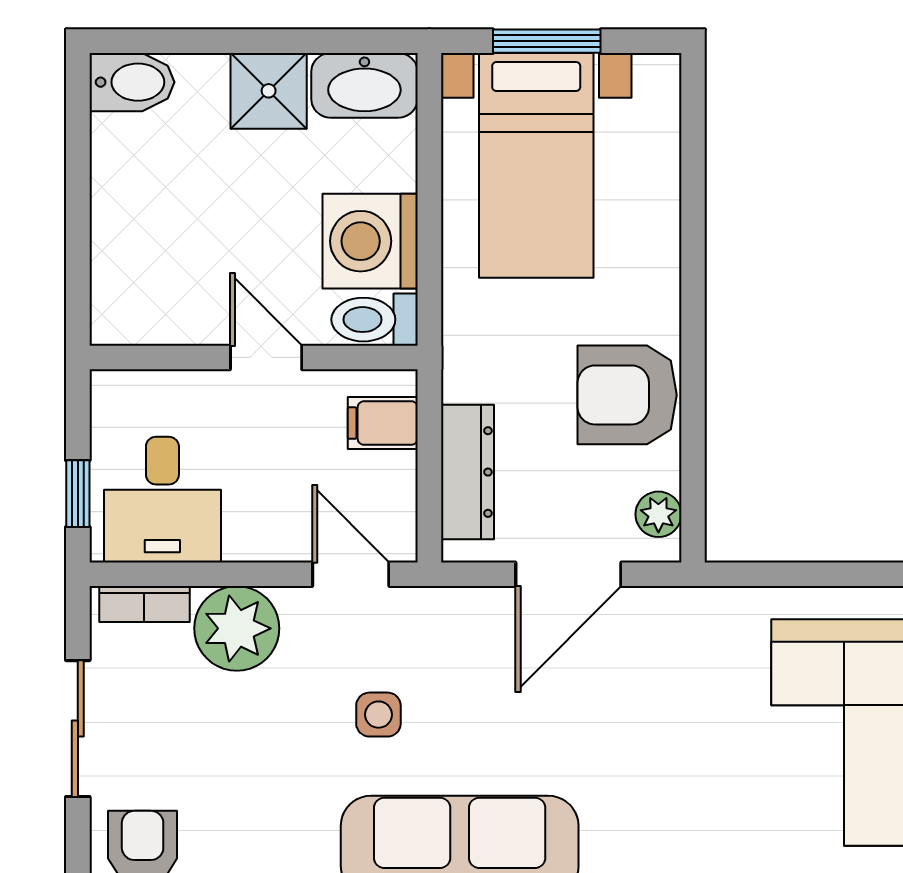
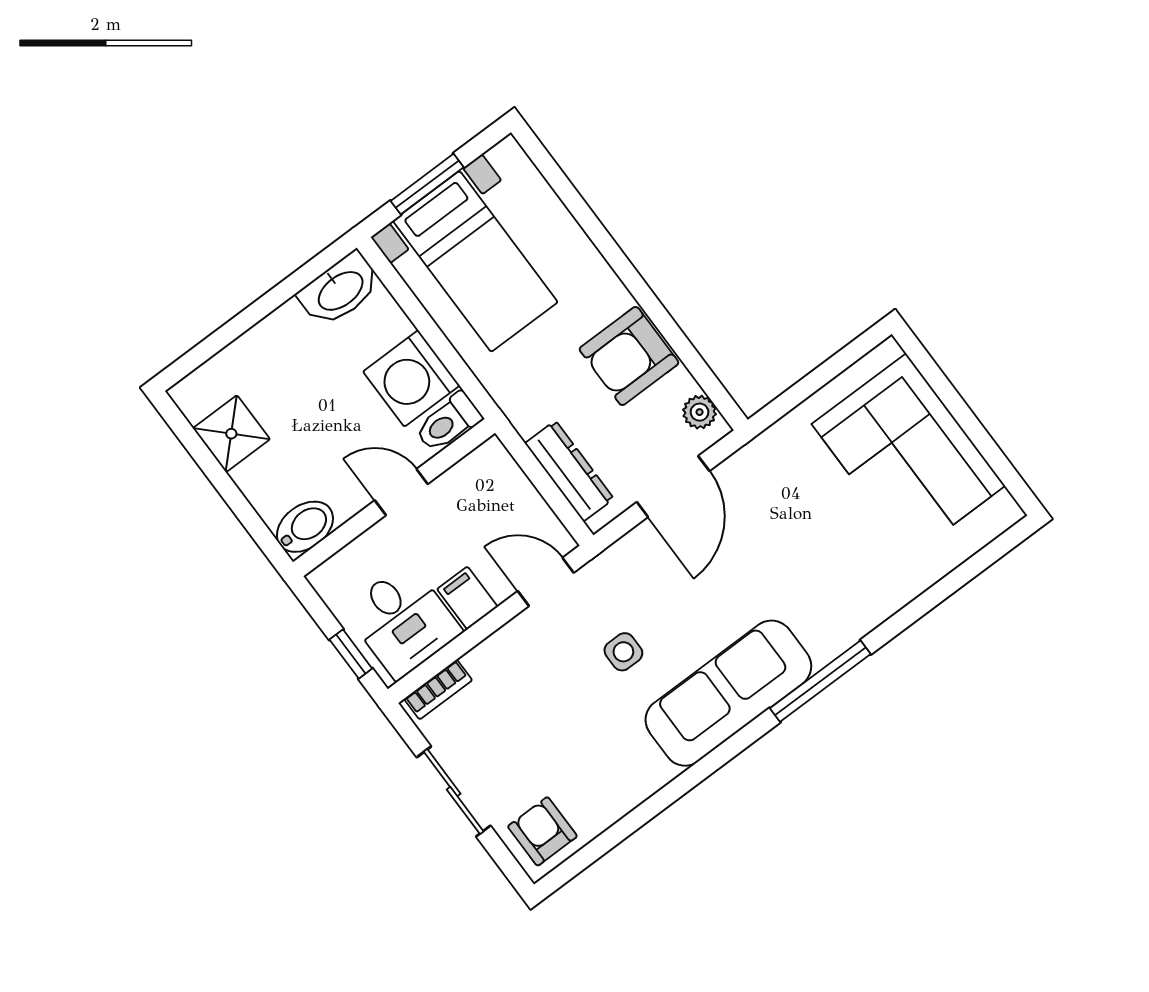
bidet: (132, 82) -> (305, 527), moved
shower: (269, 91) -> (231, 434), moved
filing cabinet: (383, 423) -> (467, 598), moved, turned 90
plant: (237, 628) -> (503, 663), removed

